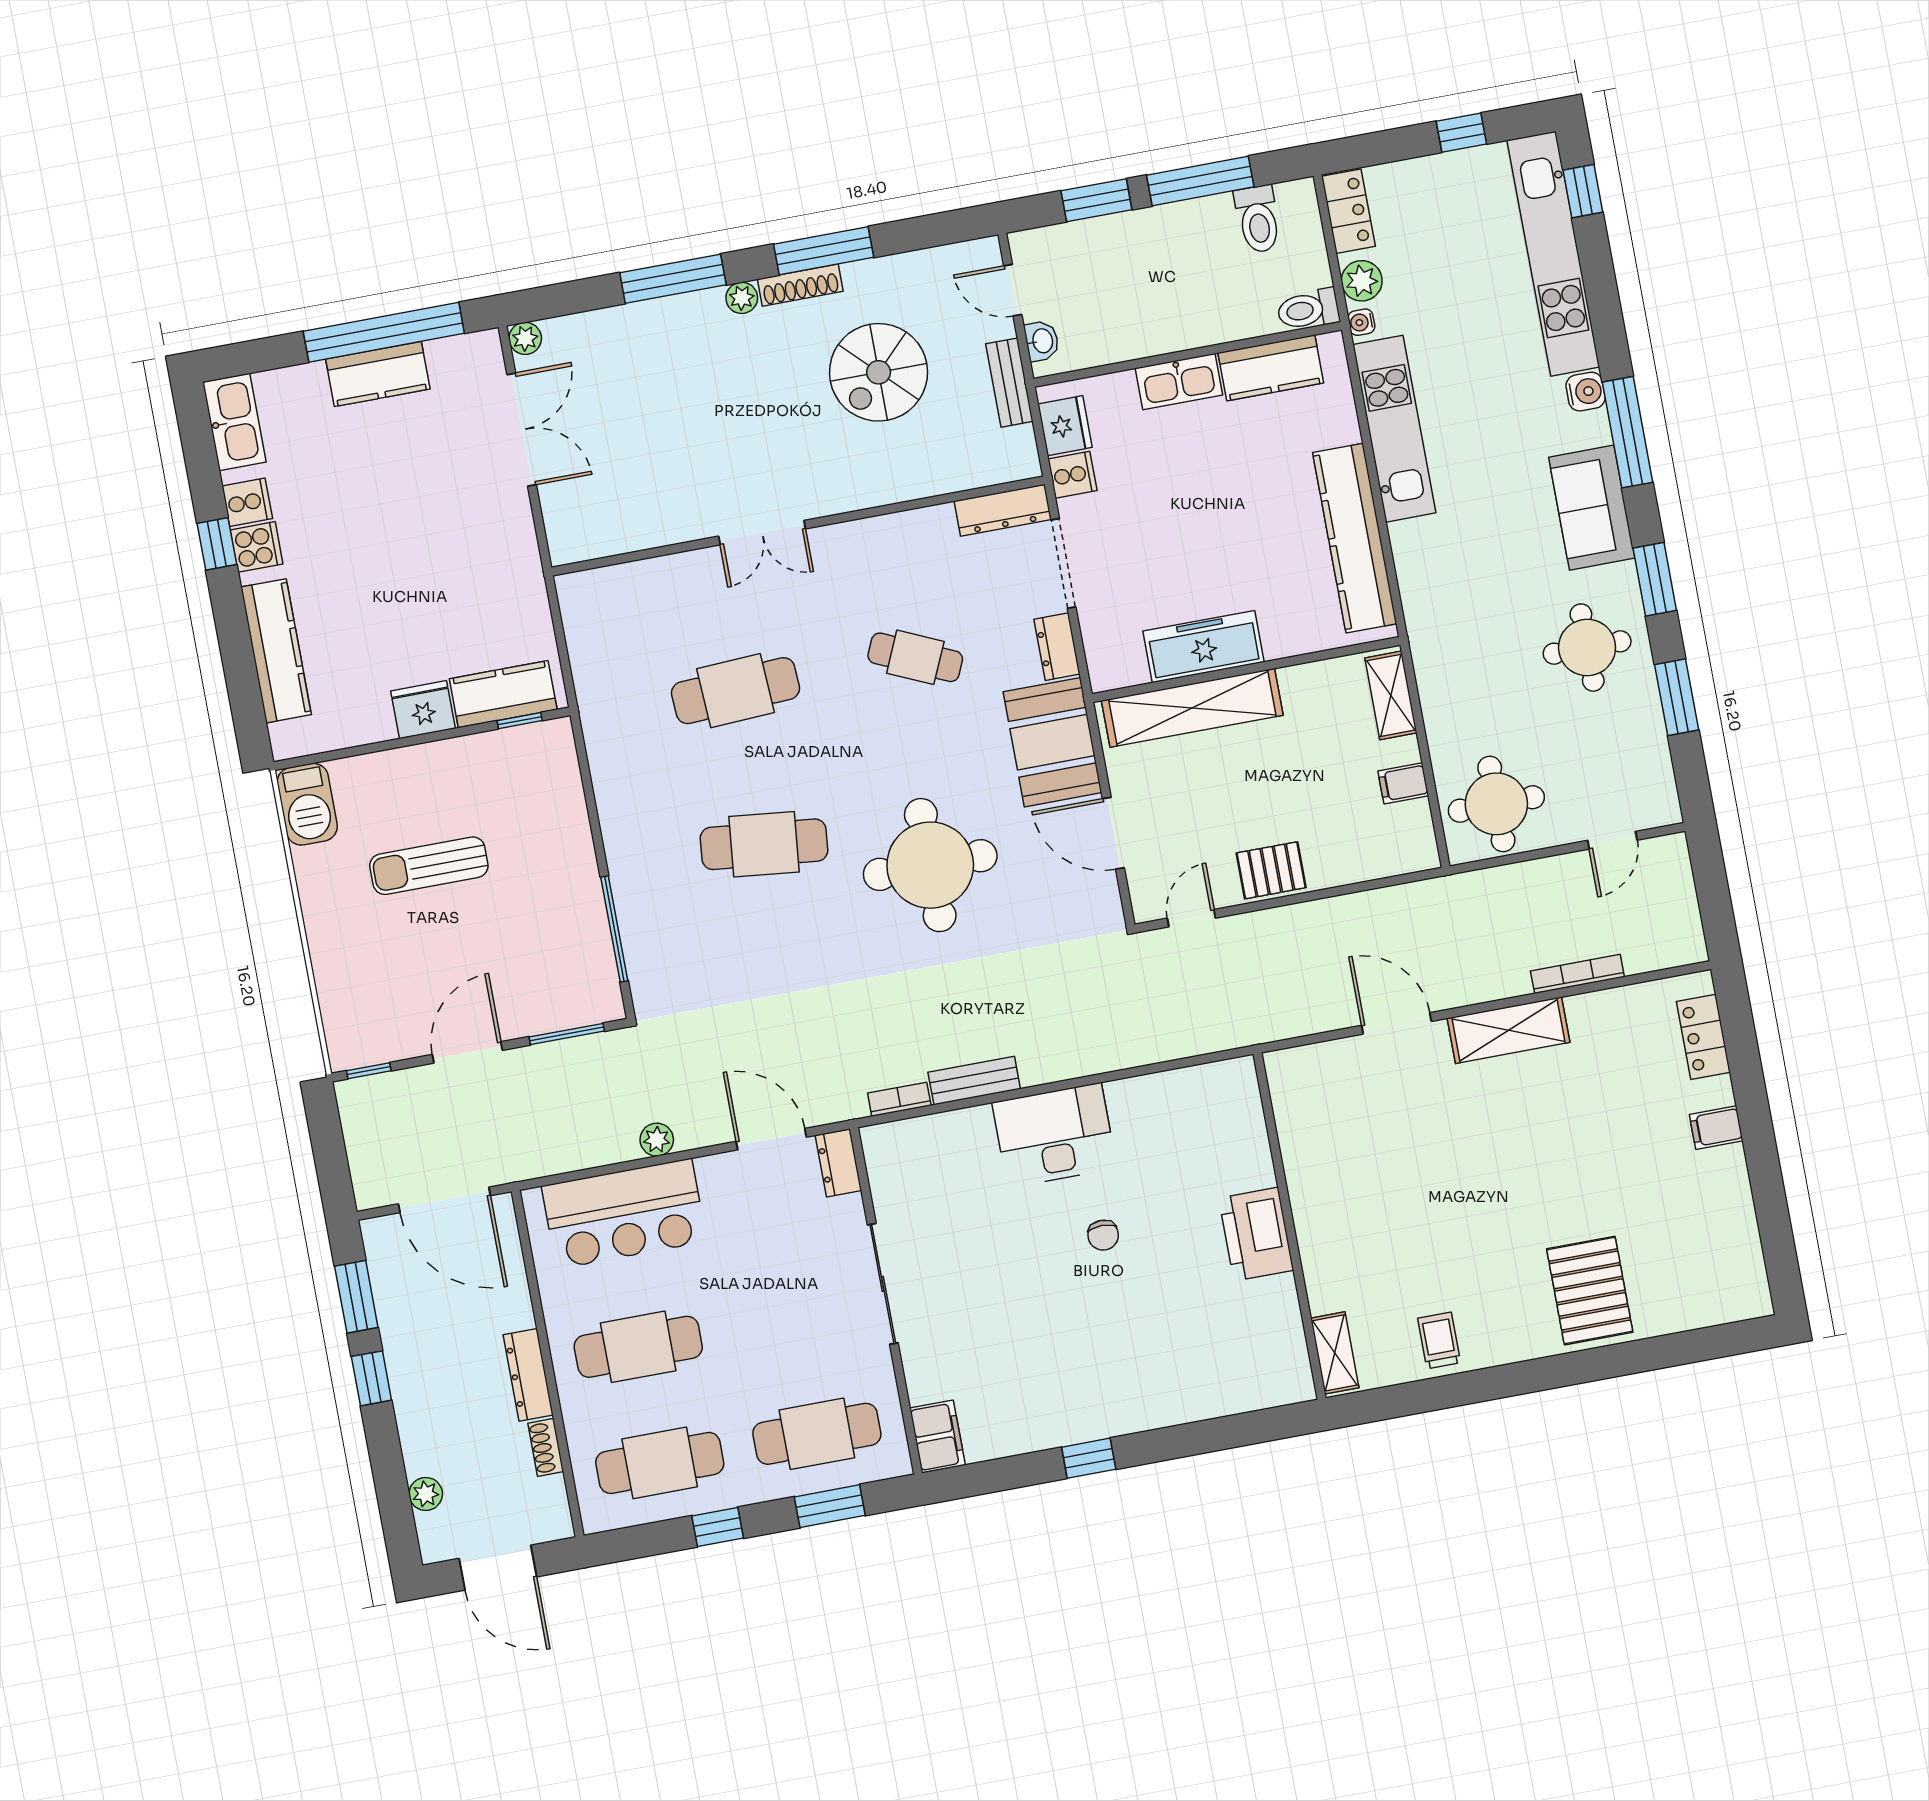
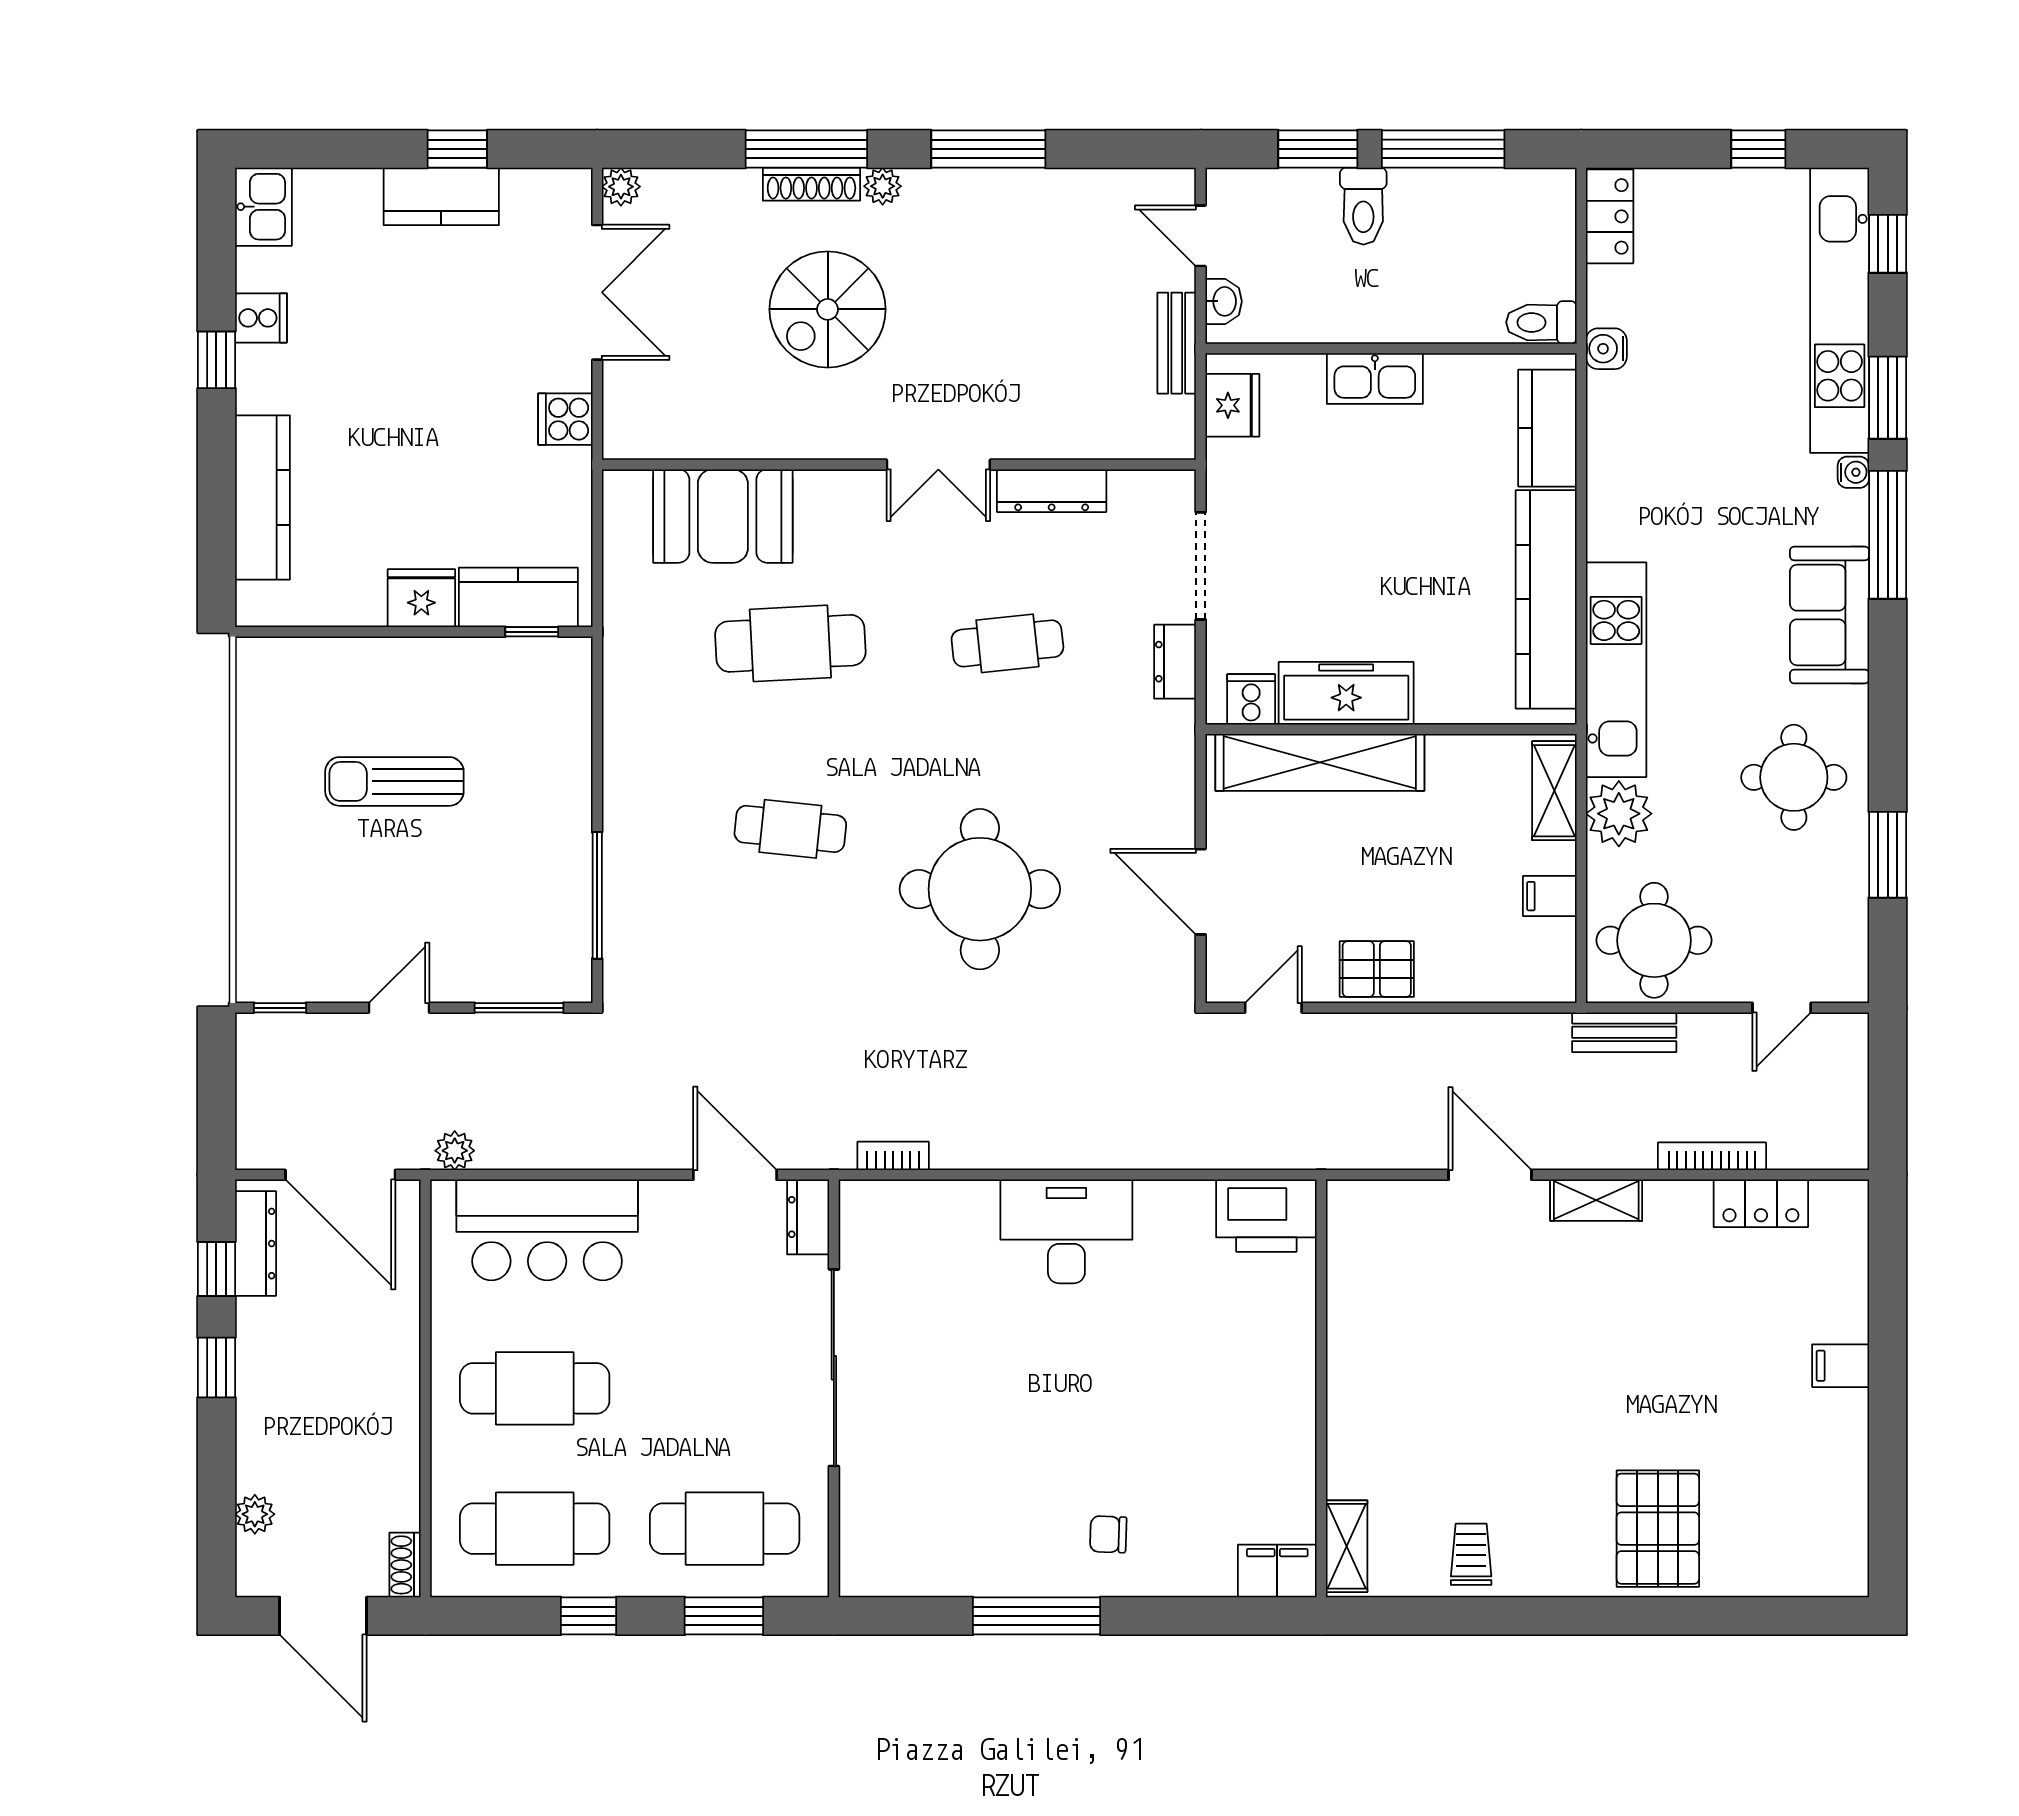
toilet: (1258, 219) -> (1363, 206), moved
plant: (1362, 281) -> (1619, 814), moved, width x1.36, depth x1.36
shoe rack: (800, 285) -> (811, 184), moved
water cooler: (1361, 322) -> (1606, 349), width x1.38, depth x1.38
window: (384, 332) -> (457, 149), width x0.32
kitchen counter: (1271, 368) -> (1547, 428), moved, turned 90
spiral stairs: (879, 372) -> (828, 309), moved
water cooler: (1586, 392) -> (1853, 472), width x0.72, depth x0.72
kitchen sink: (234, 422) -> (263, 207), width x0.73
kitchen unit: (1394, 429) -> (1616, 670), moved
cooker: (1072, 475) -> (1251, 699), moved, turned -90
dresser: (1003, 510) -> (1052, 491), moved
double door: (762, 533) -> (938, 465), moved
cooker: (257, 547) -> (565, 419), moved, turned 180
window: (1655, 579) -> (1888, 398), moved
cafe table: (915, 657) -> (1007, 643), turned -30
booth: (1052, 742) -> (723, 516), moved, turned 90
barbecue: (307, 804) -> (266, 683), removed
cafe table: (764, 844) -> (790, 829), width x0.73, depth x0.74
shelving: (1508, 1030) -> (1596, 1200), width x0.67, depth x0.75
locker: (1703, 1037) -> (1761, 1203), moved, turned -90
door: (467, 1052) -> (399, 1008), width x0.73
bench: (974, 1081) -> (1624, 1032), moved
plant: (657, 1140) -> (455, 1151), moved
printer: (1256, 1234) -> (1266, 1216), moved, turned -90
chair: (1103, 1235) -> (1108, 1534), moved, turned 92
sliding door: (883, 1284) -> (834, 1368), width x1.36
window: (356, 1297) -> (216, 1269), width x0.67
dresser: (528, 1375) -> (256, 1244), moved, turned 180
filing cabinet: (938, 1436) -> (1277, 1571), moved, turned -90
shoe rack: (546, 1447) -> (405, 1565), moved
window: (1089, 1458) -> (1037, 1616), width x2.17

